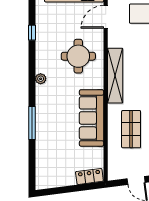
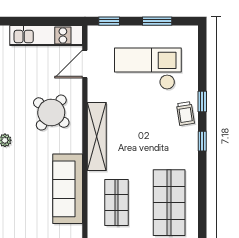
round table: (78, 56) -> (51, 113), turned 38

